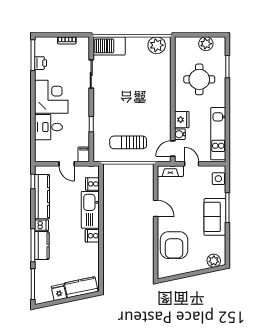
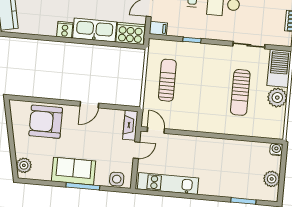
plant: (157, 45) -> (277, 98), moved
sun lounger: (133, 78) -> (240, 92), added
round table: (199, 79) -> (232, 168), removed
fridge: (182, 120) -> (188, 143), removed
water cooler: (180, 134) -> (276, 149), moved
cooker: (92, 184) -> (130, 33), width x1.87, depth x1.31

